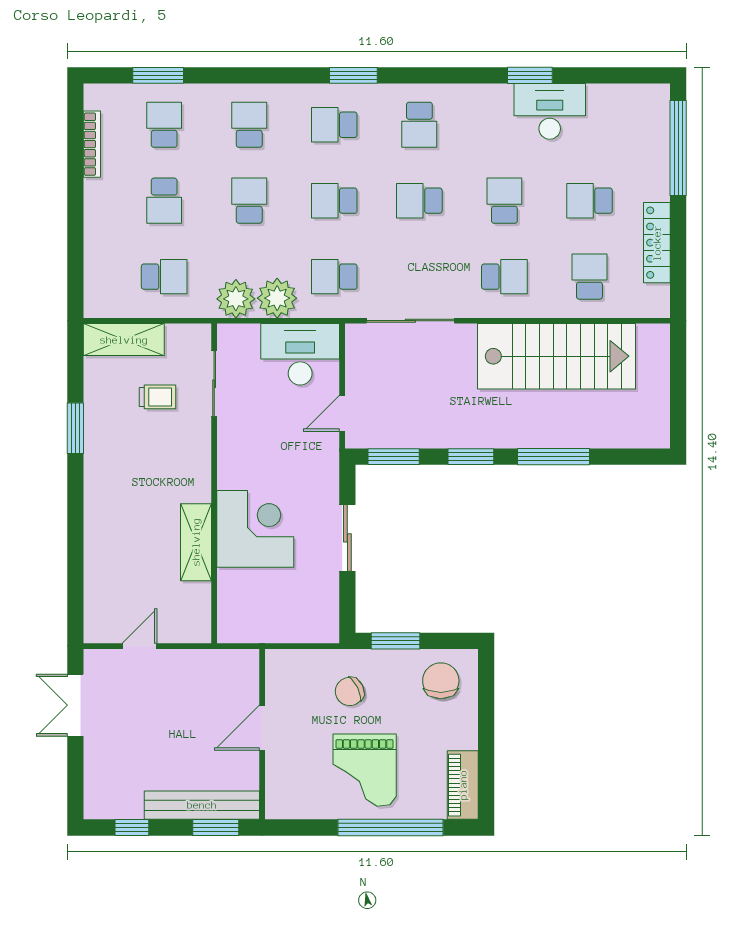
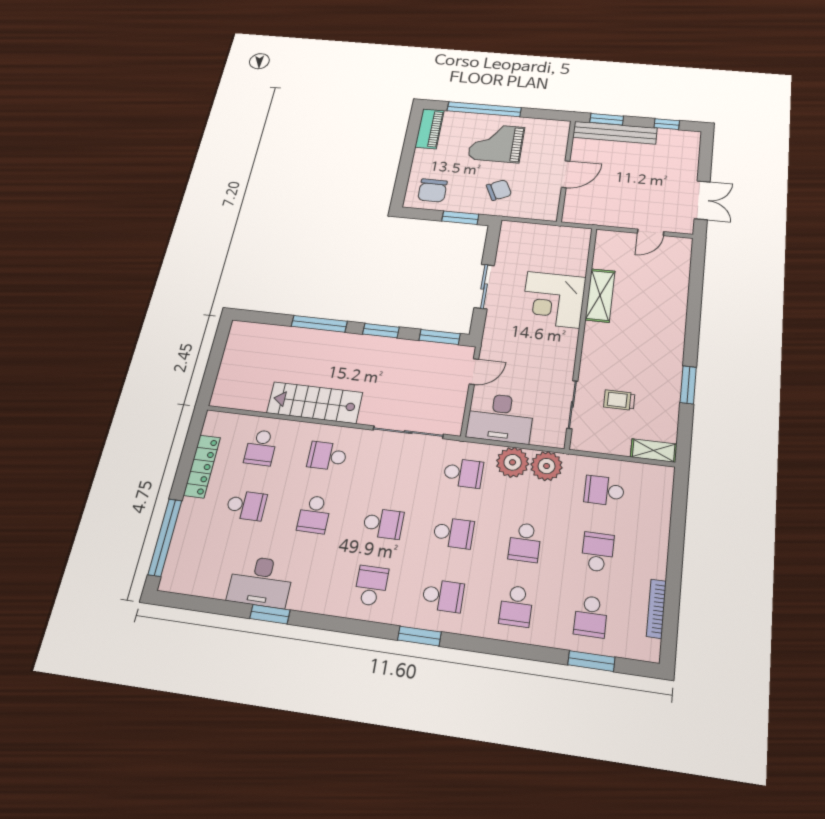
shelving: (124, 340) -> (654, 451), width x0.67, depth x0.75
stairs: (556, 356) -> (315, 403), width x0.73, depth x0.66
grand piano: (365, 770) -> (496, 143), turned -90

